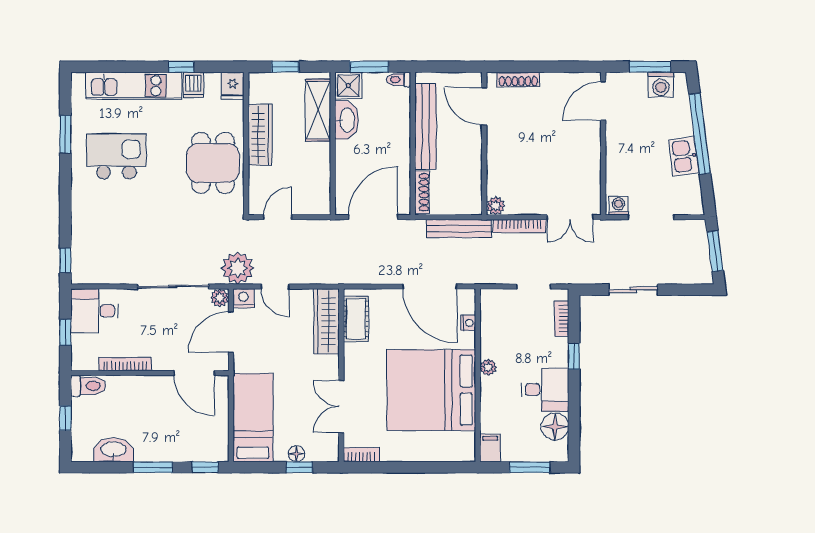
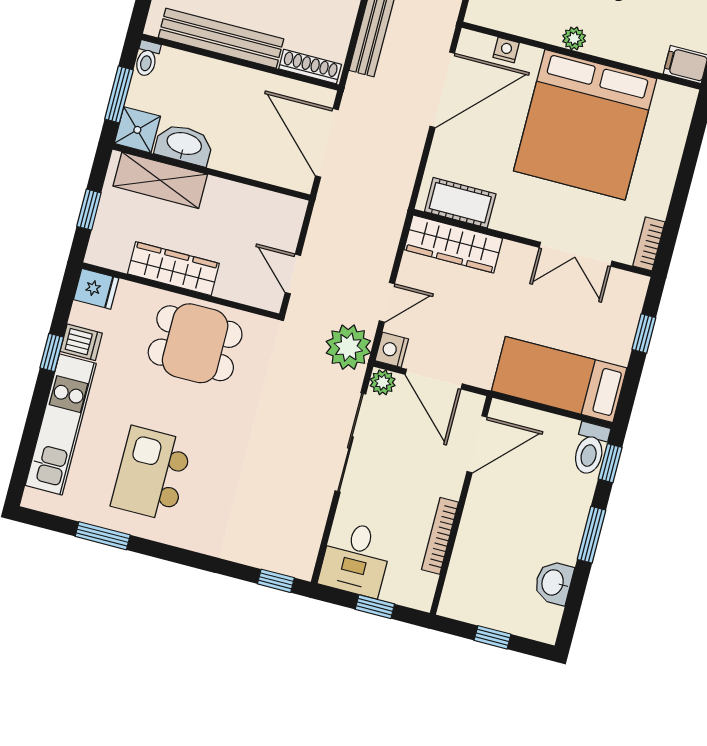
toilet: (88, 386) -> (590, 449), moved, turned 180
washbasin: (113, 450) -> (554, 583), width x0.72
floor lamp: (296, 454) -> (624, 333), removed

